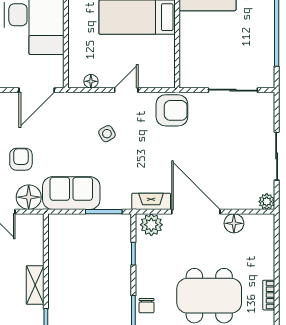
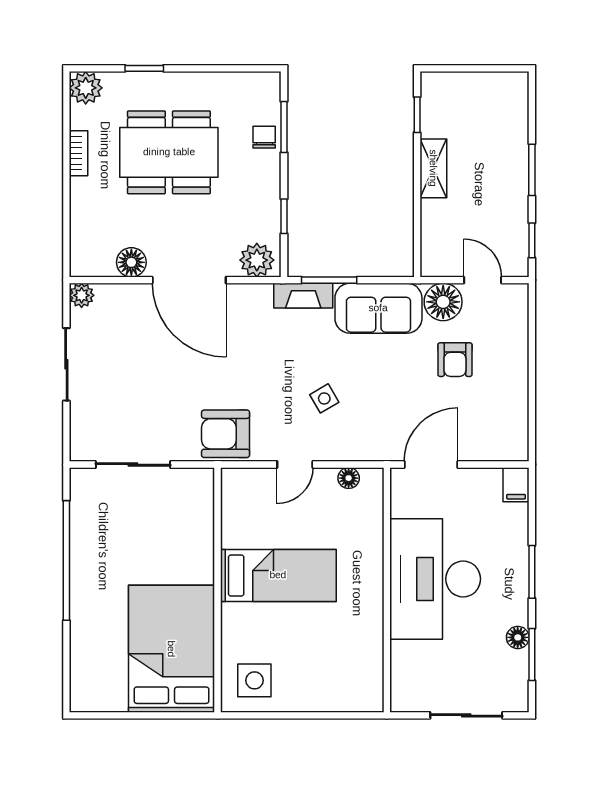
fireplace: (151, 201) -> (303, 296), moved

